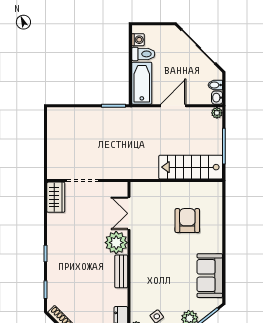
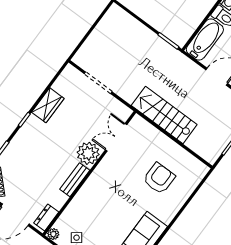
stairs: (191, 167) -> (164, 115), moved
wardrobe: (56, 197) -> (48, 105), moved

